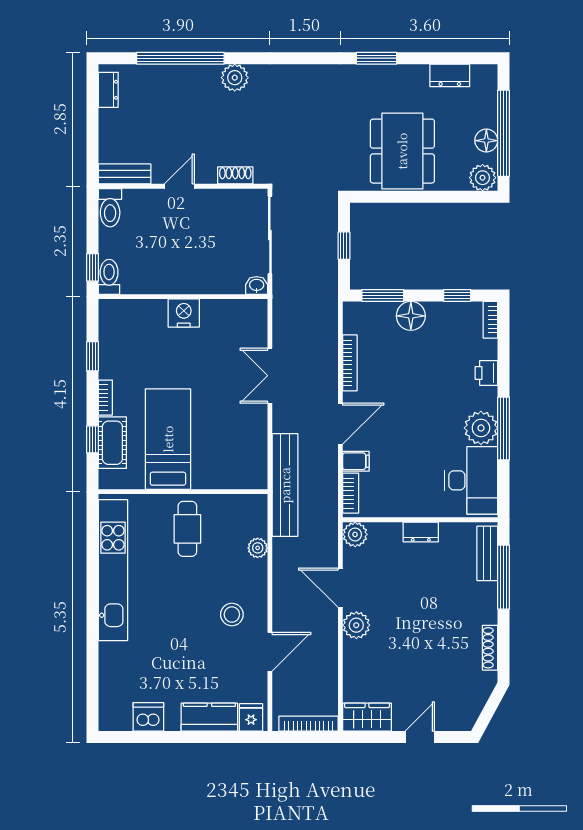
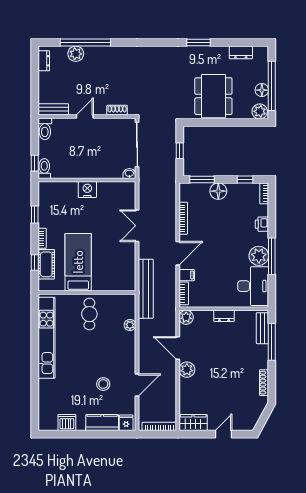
plant: (235, 78) -> (76, 54), moved
stool: (232, 614) -> (103, 384), moved

